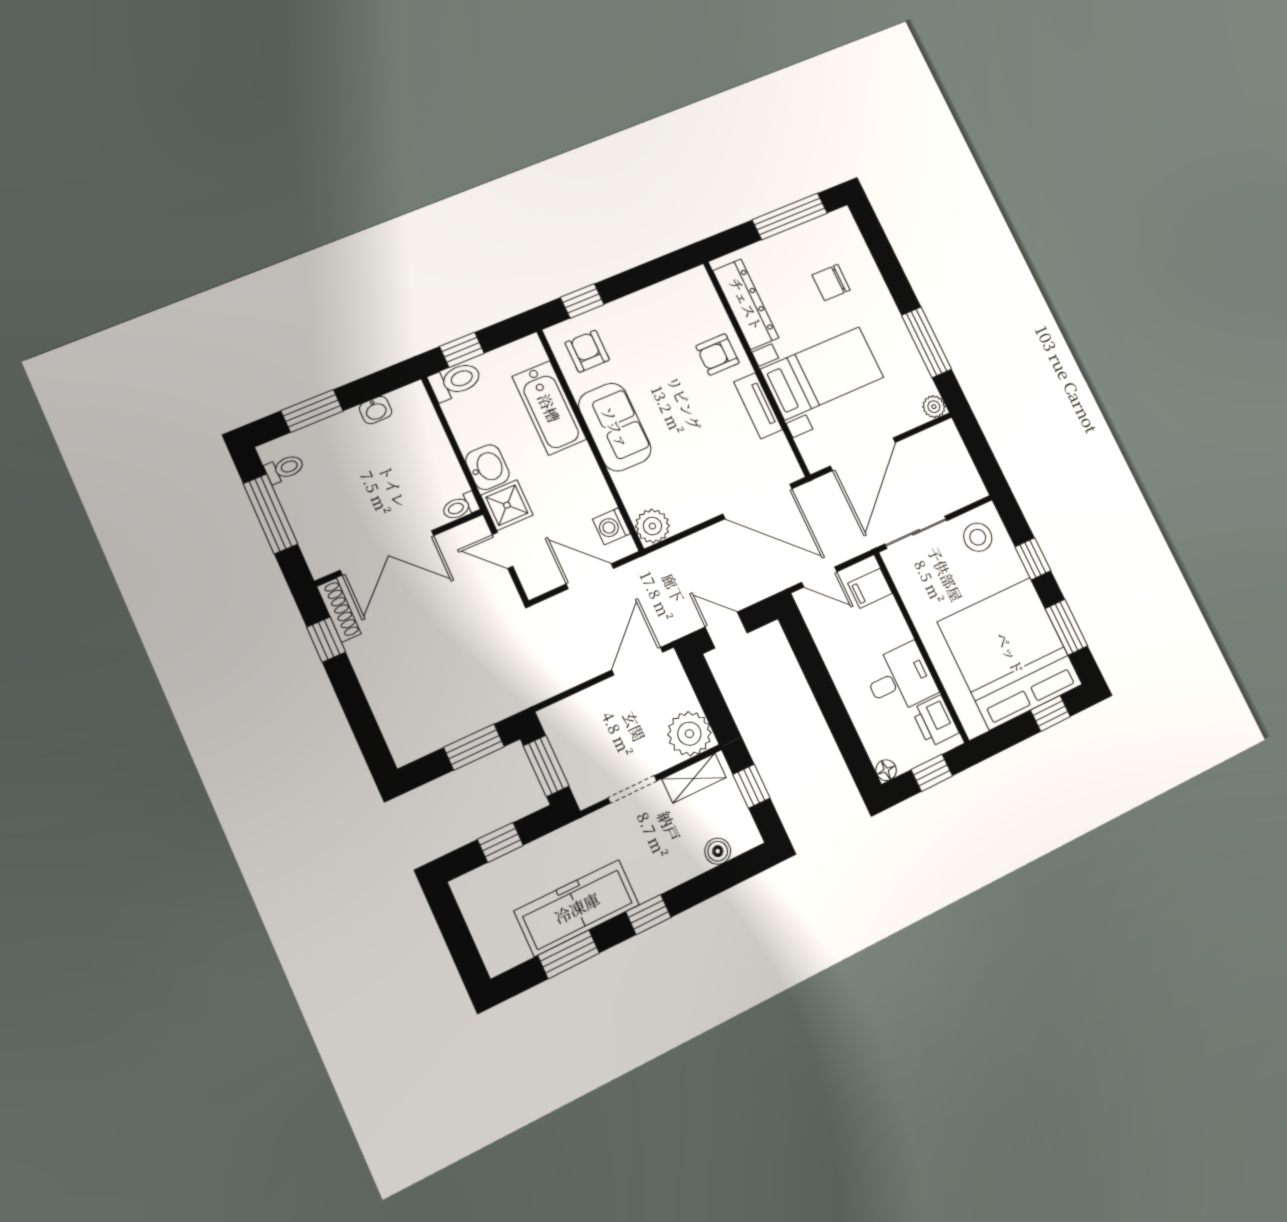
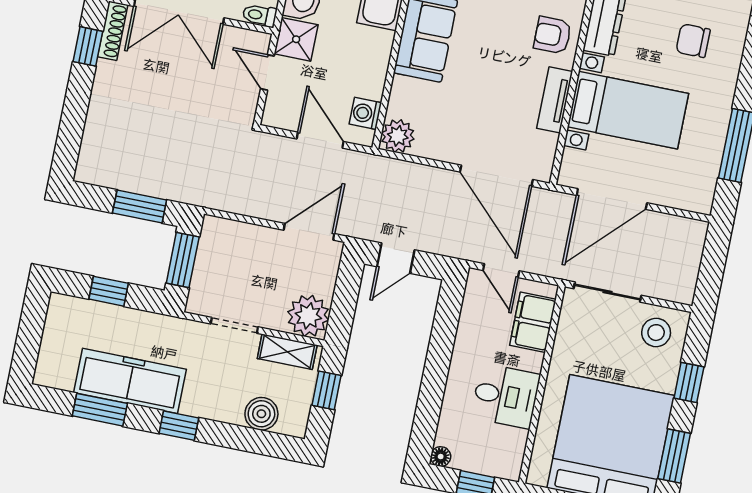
plant: (934, 407) -> (702, 202), removed
filing cabinet: (870, 588) -> (533, 322), width x2.00
door: (726, 630) -> (396, 258), swing flipped
printer: (935, 721) -> (509, 449), removed
boiler: (718, 851) -> (261, 414), width x1.36, depth x1.36

